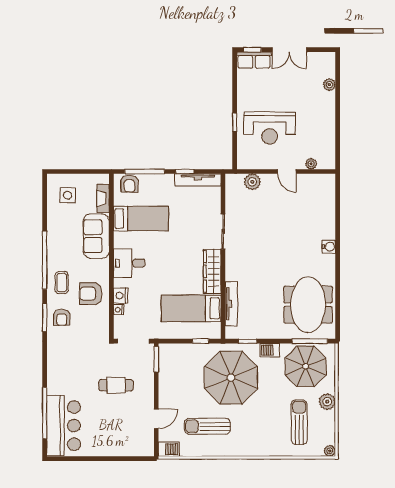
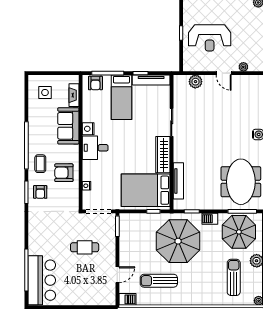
bed: (141, 219) -> (121, 97), moved, turned 90
nightstand: (121, 296) -> (88, 129), moved
bed: (191, 308) -> (146, 190), width x1.50

